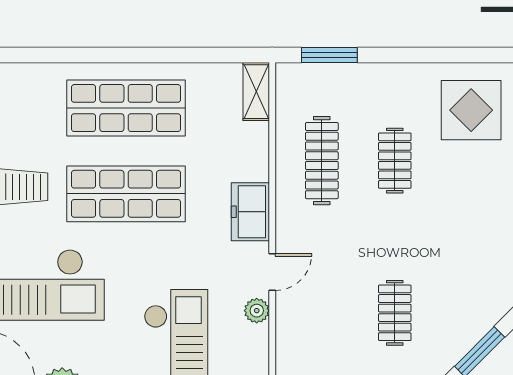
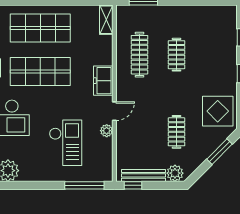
display table: (471, 110) -> (218, 111), moved

